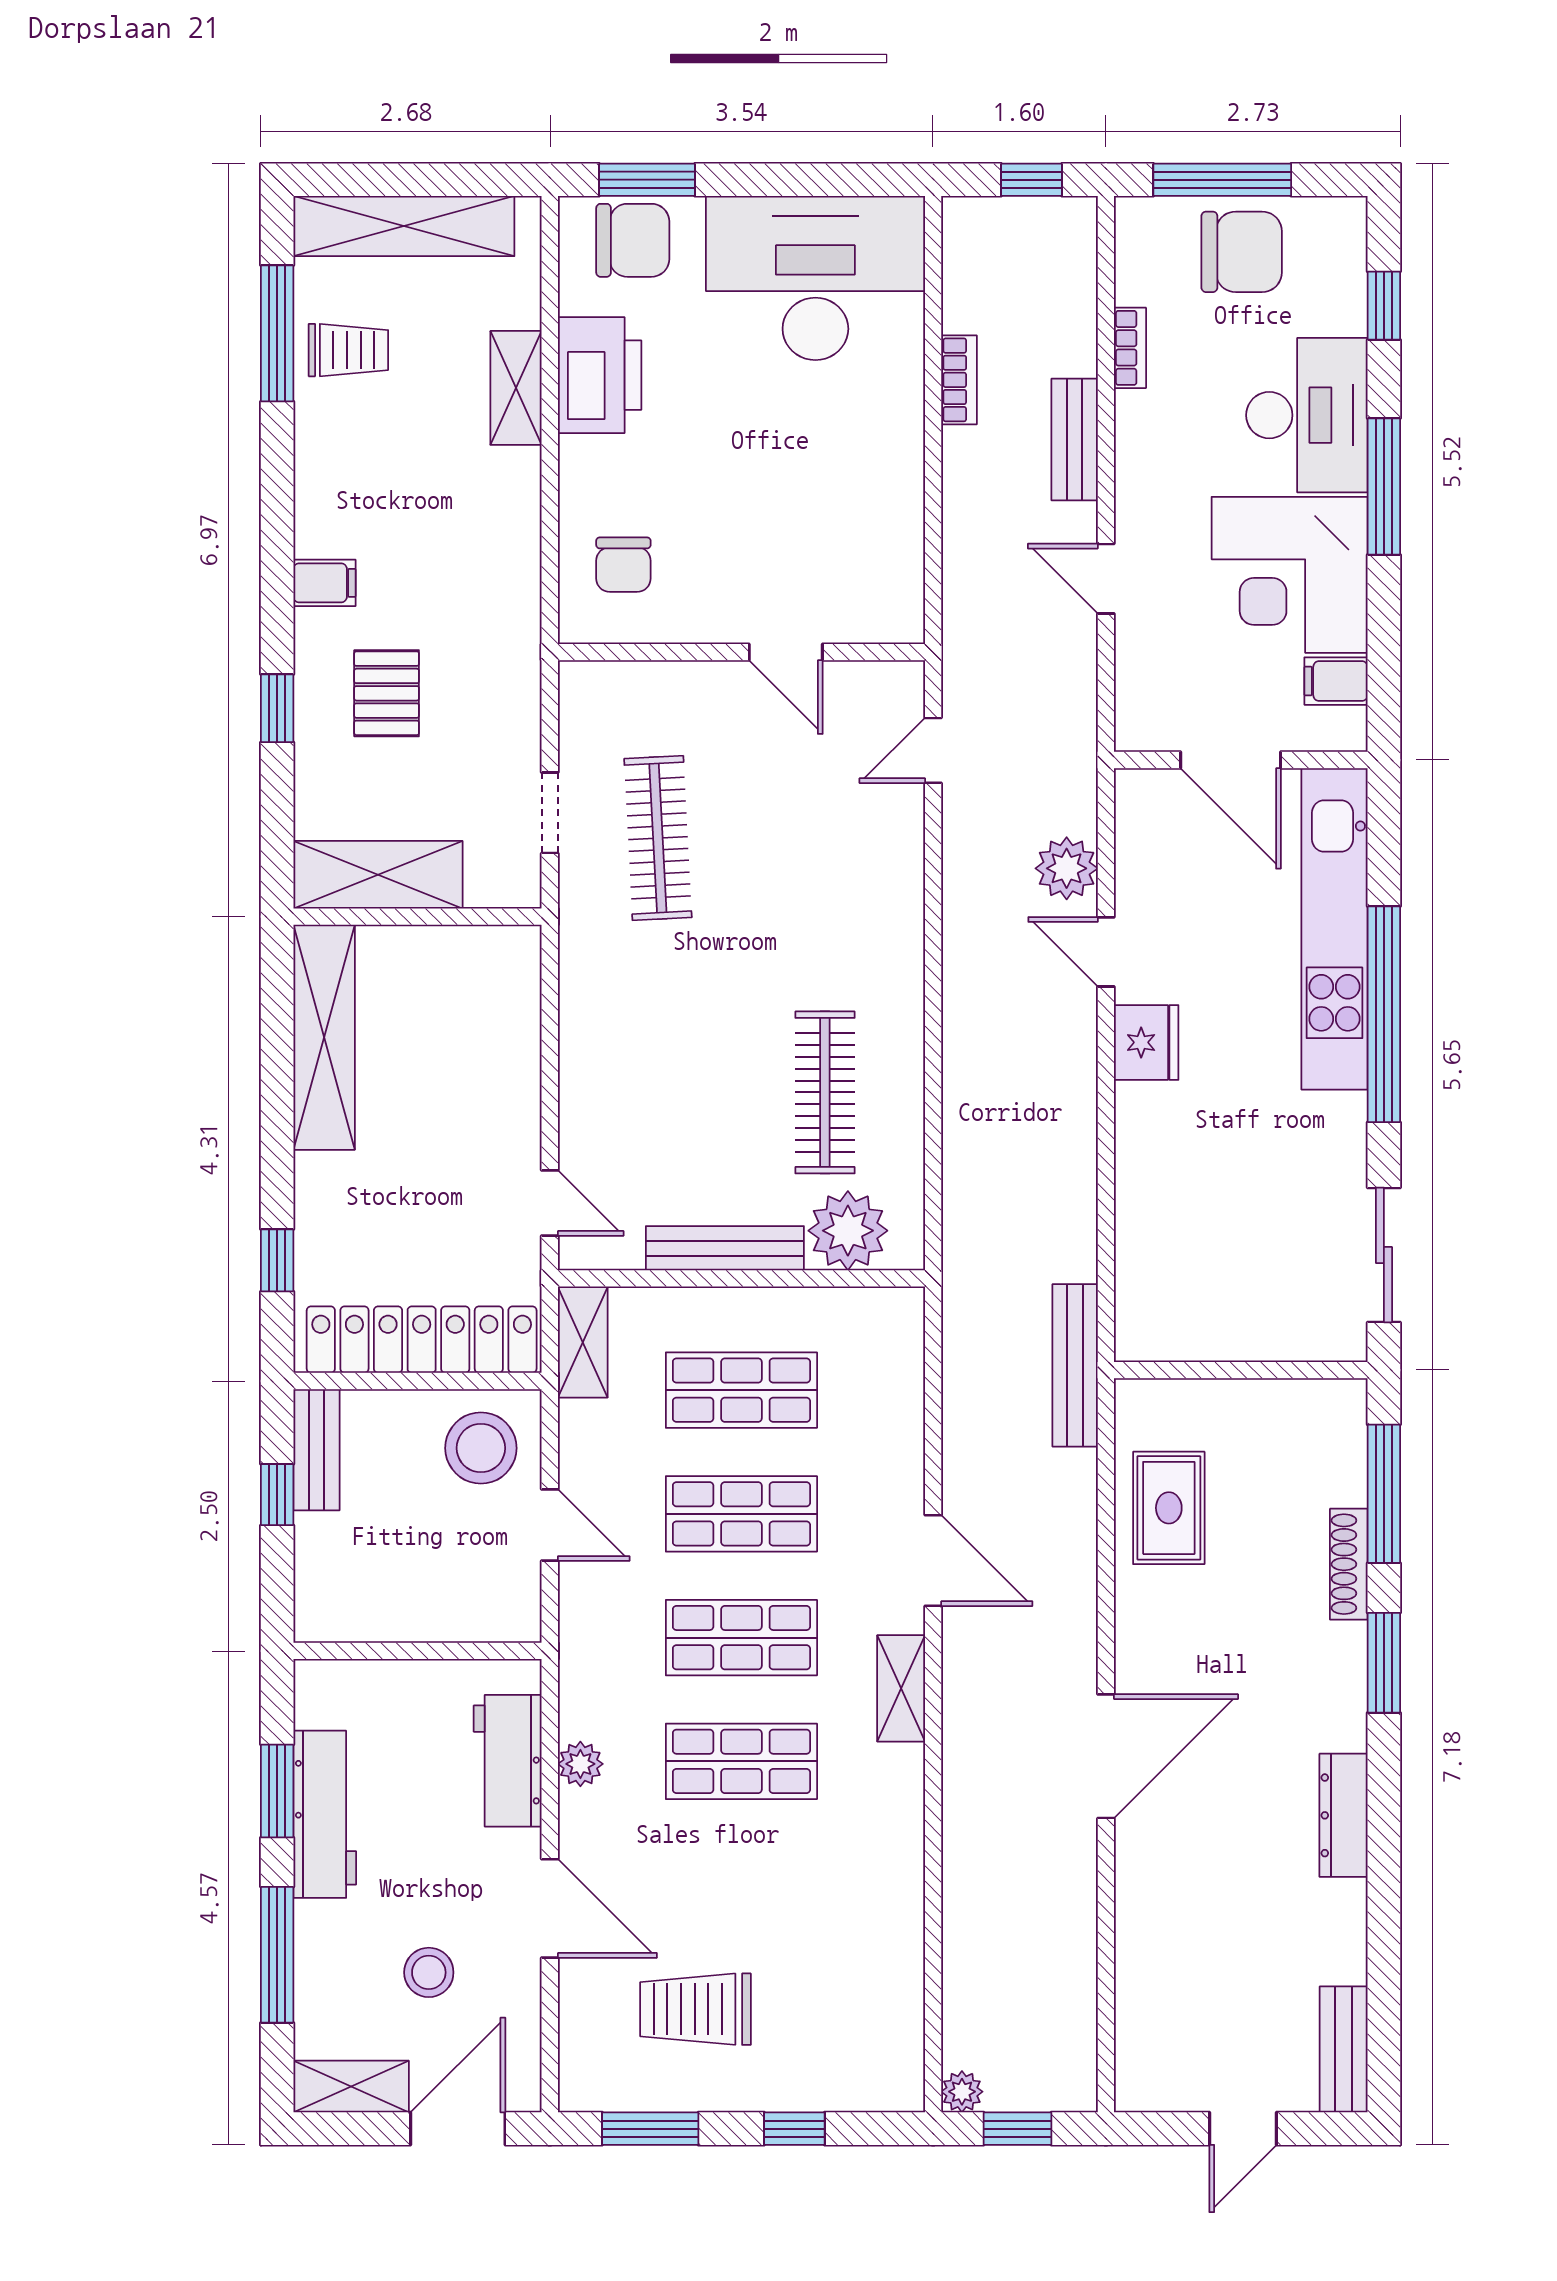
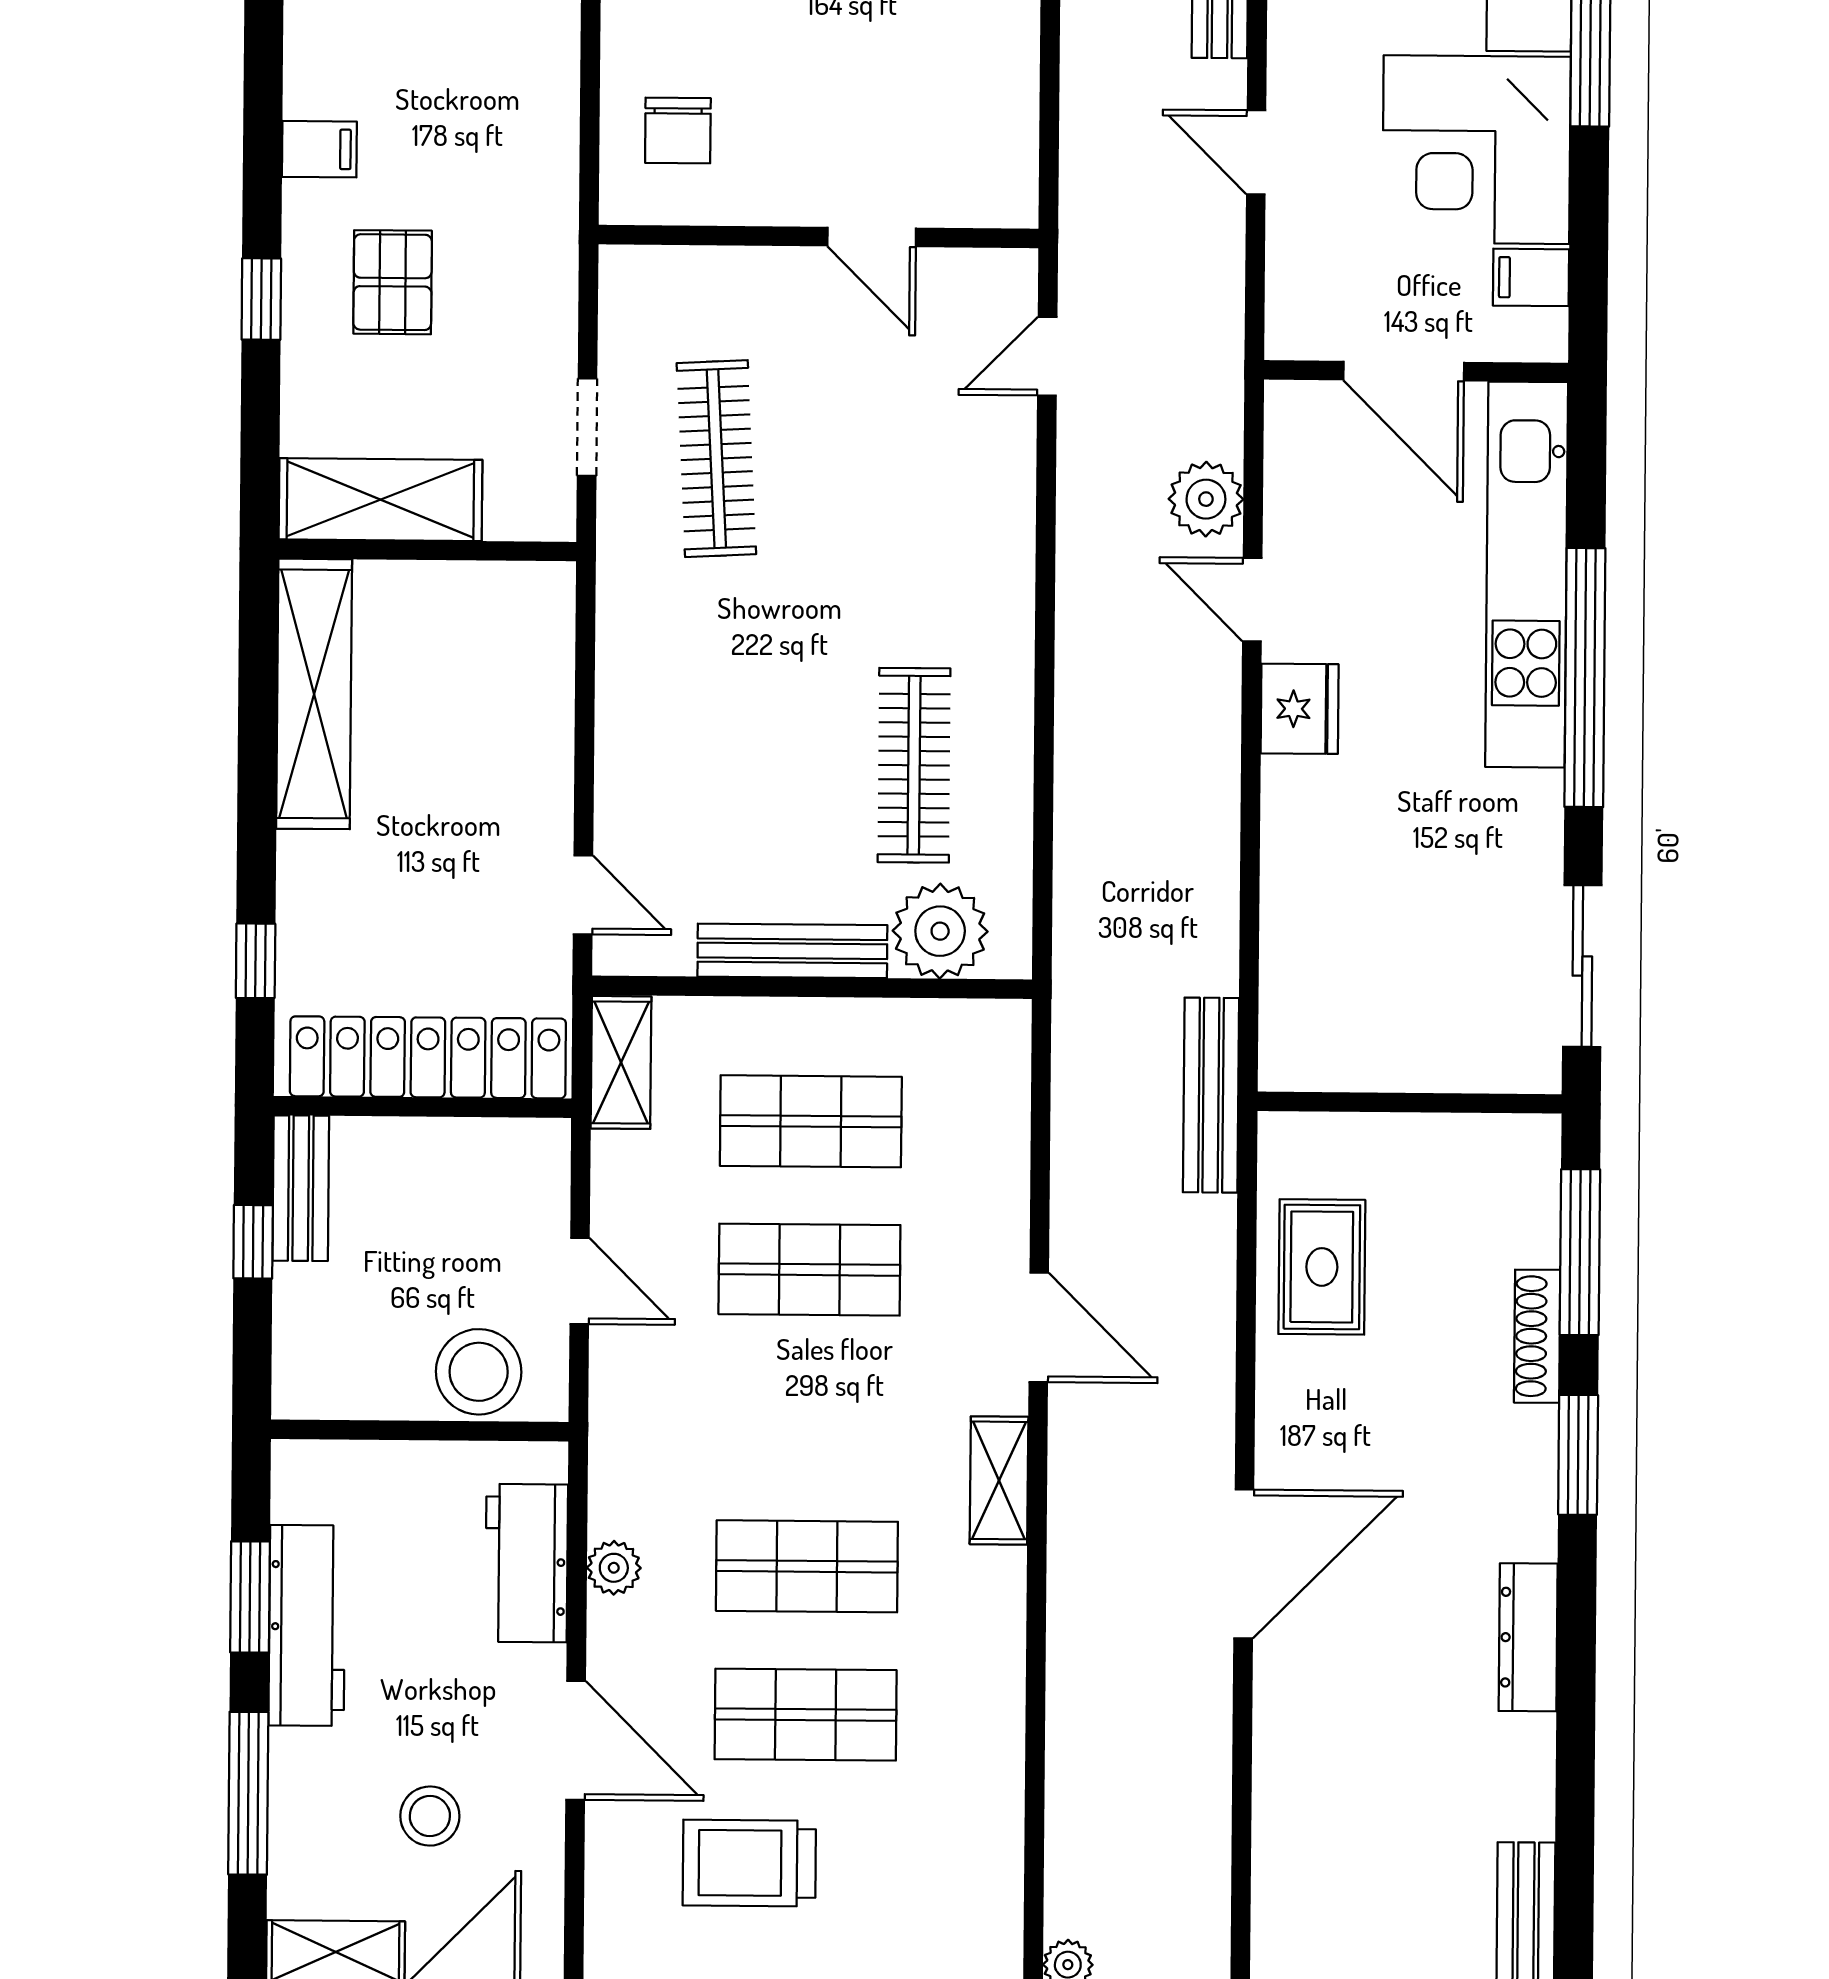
stool: (481, 1448) -> (479, 1372), moved
shop shelf: (741, 1638) -> (806, 1715), moved

